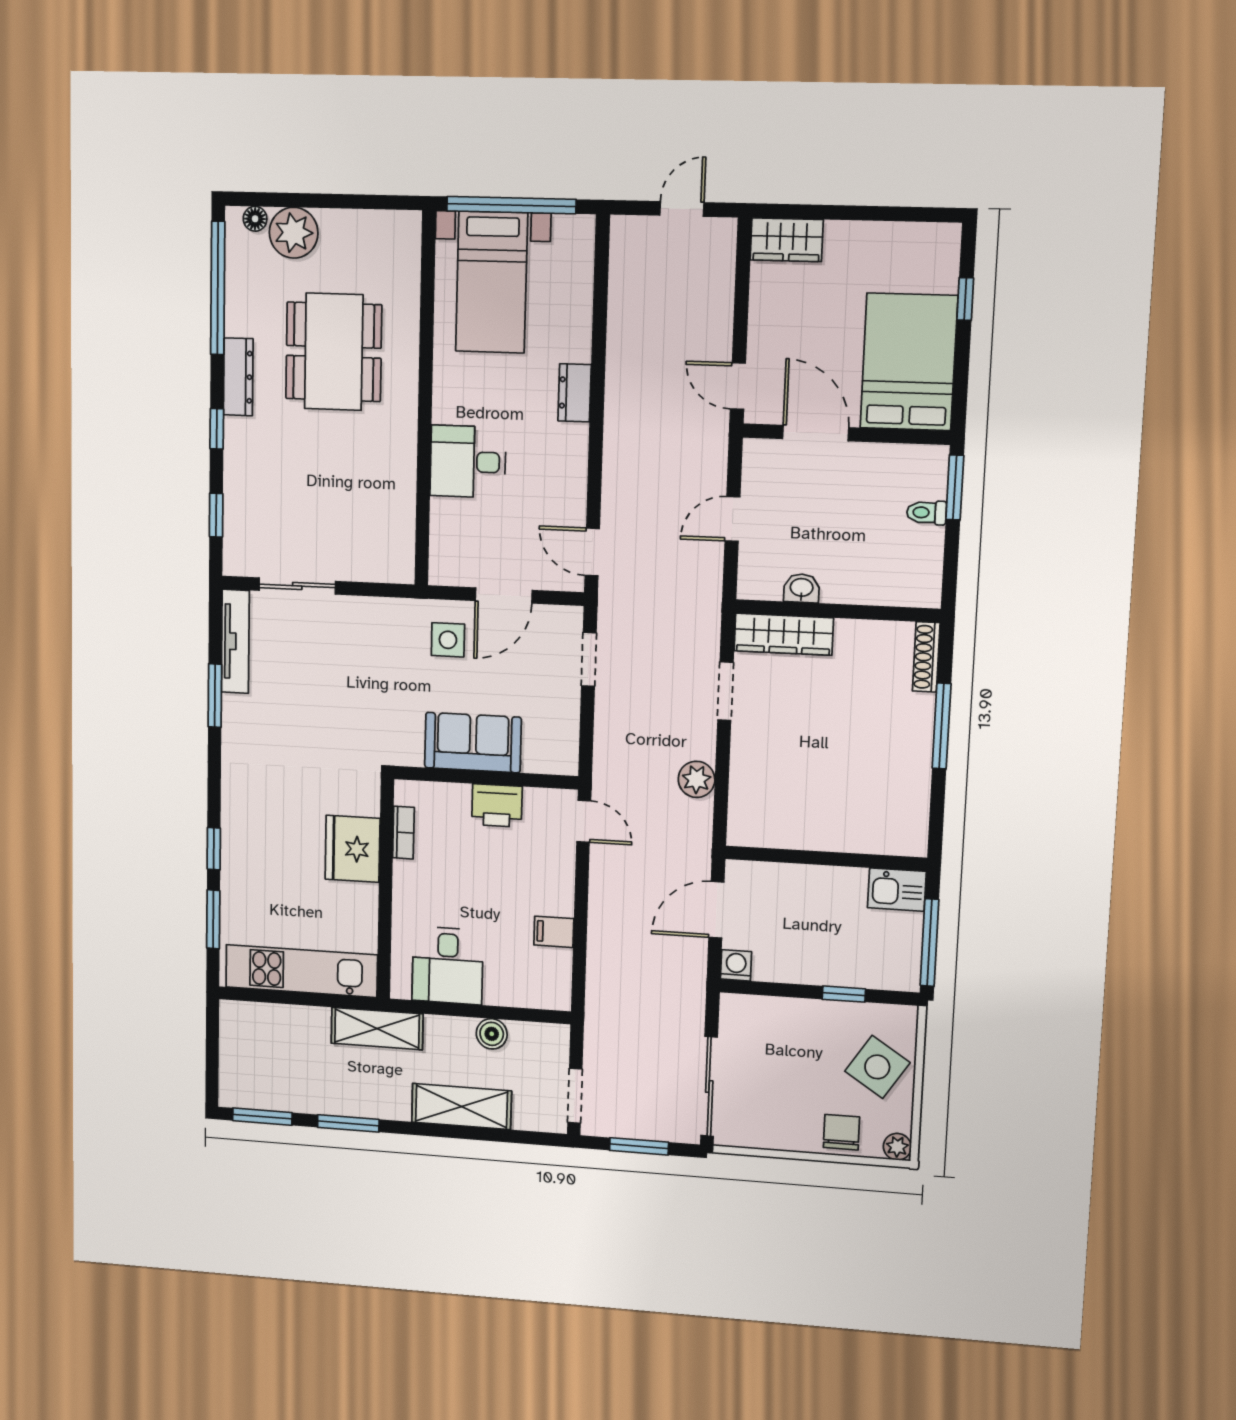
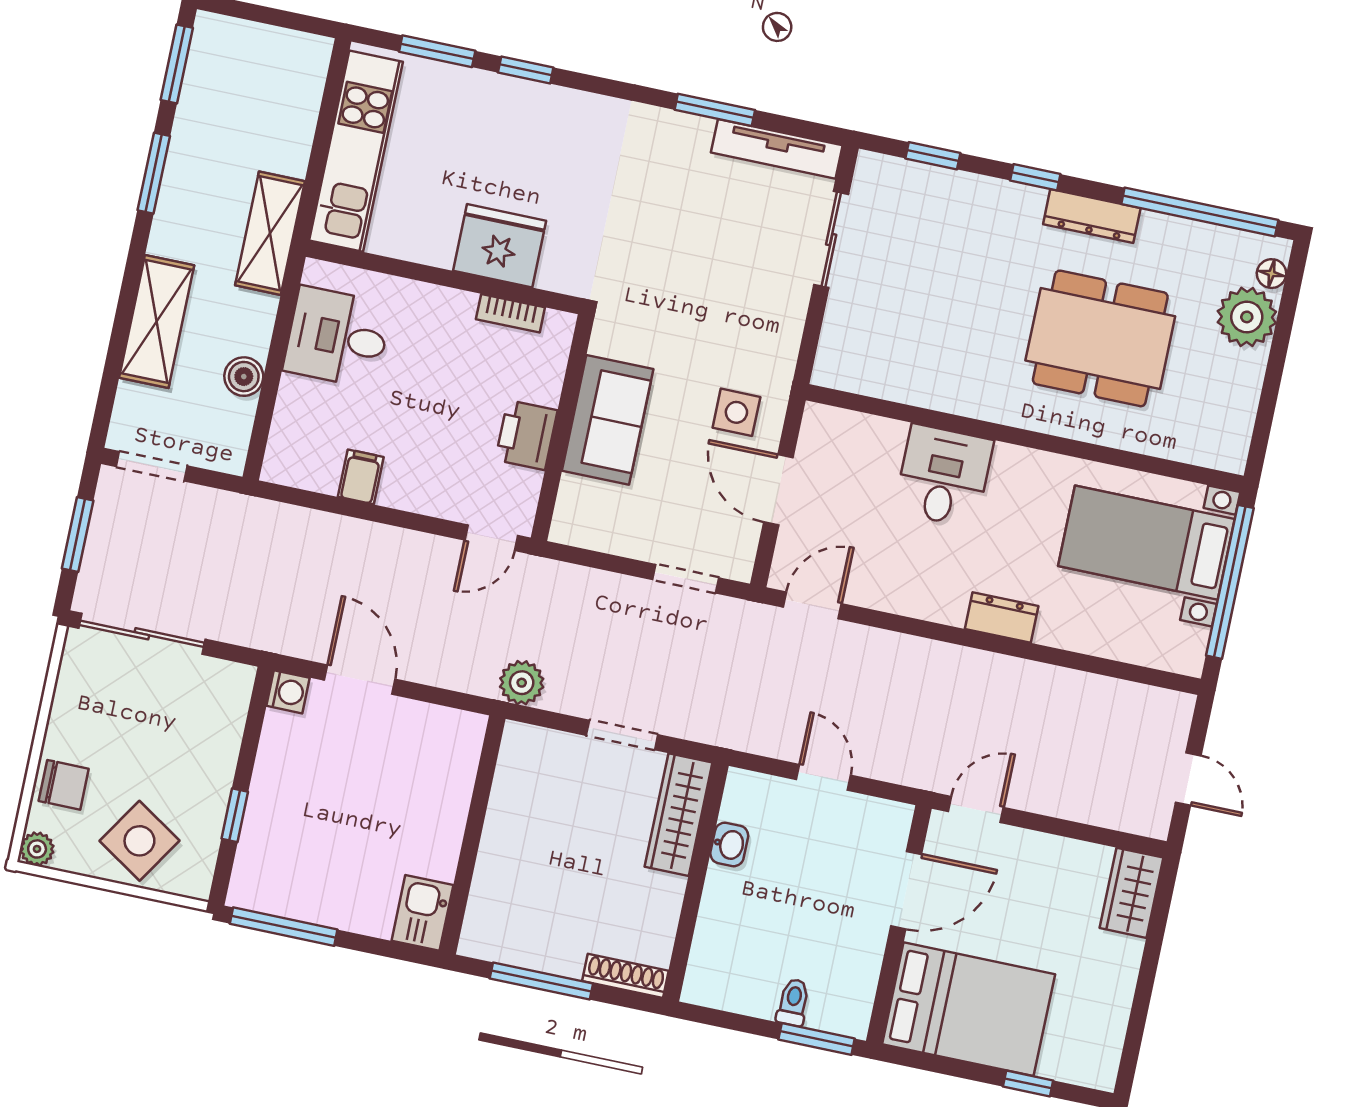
wall: (826, 858) -> (472, 835), moved
kitchen sink: (897, 890) -> (422, 913), moved

